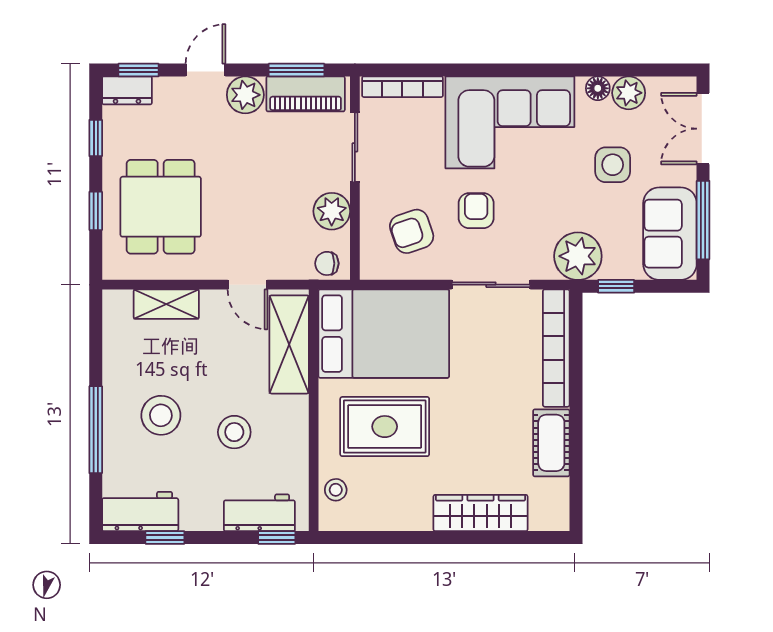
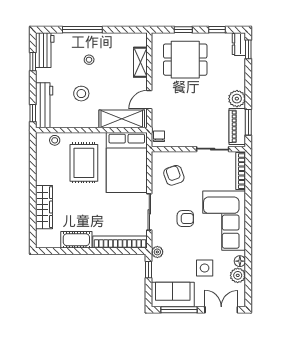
door: (206, 70) -> (248, 80), removed
plant: (332, 211) -> (183, 138), removed
armchair: (476, 211) -> (185, 219), moved
plant: (578, 256) -> (157, 252), width x0.53, depth x0.53
stool: (161, 415) -> (89, 60), width x0.53, depth x0.53
workbench: (259, 513) -> (44, 105), width x1.38

